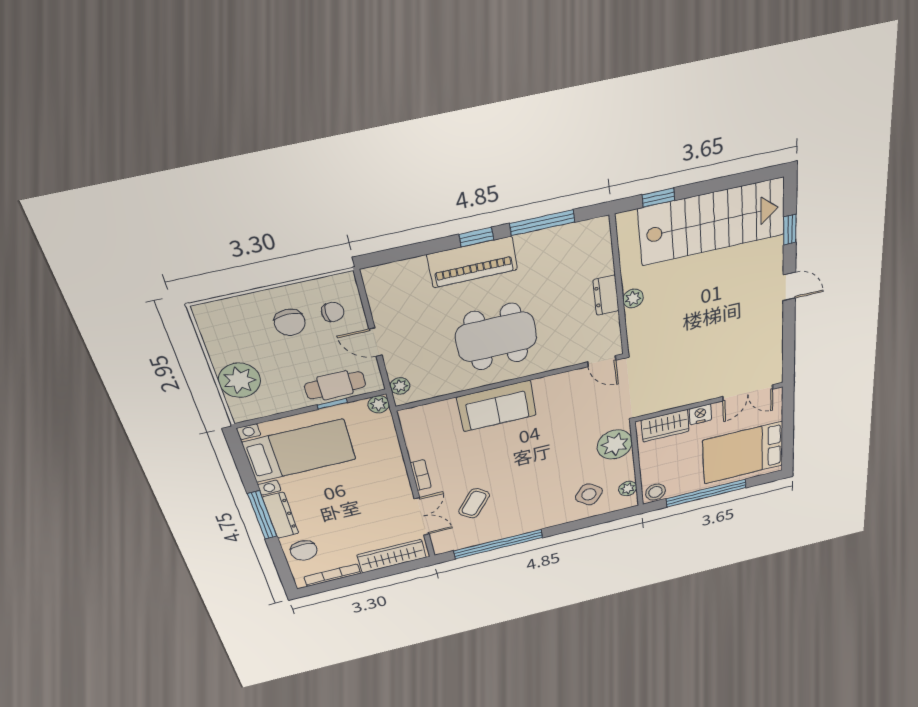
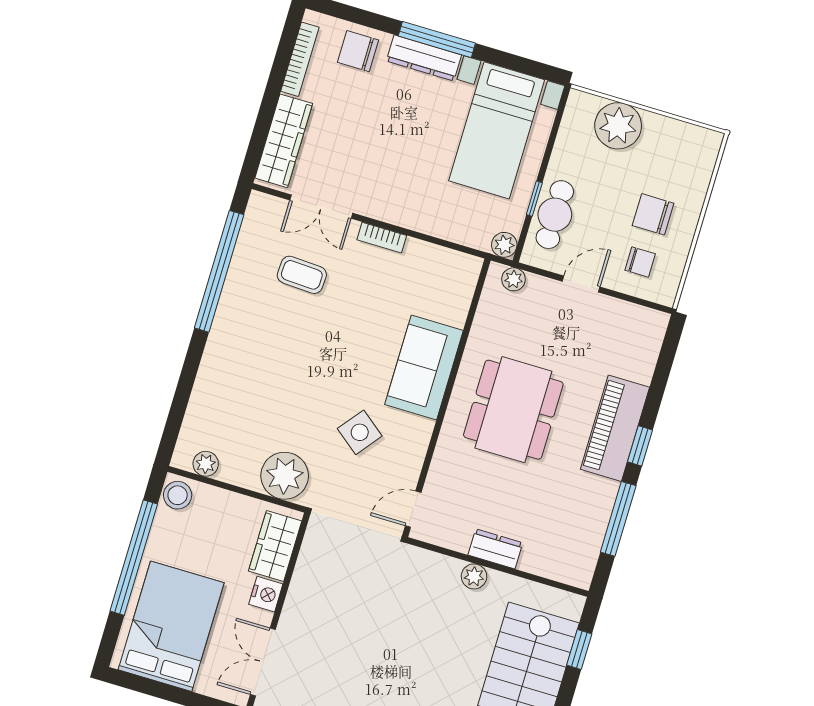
chair: (333, 312) -> (640, 262), turned -90
side table: (589, 494) -> (360, 432), moved
coffee table: (474, 503) -> (302, 275), turned -34

